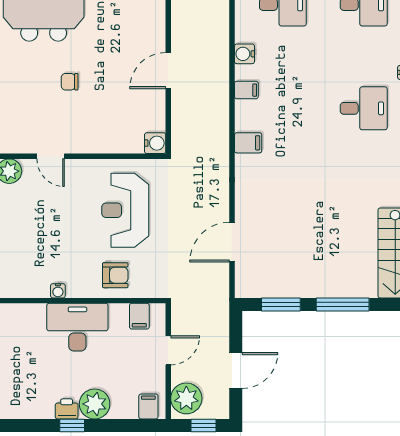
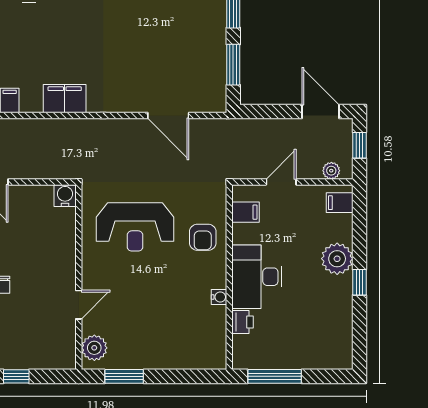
filing cabinet: (248, 143) -> (65, 99), width x2.00
armchair: (115, 275) -> (203, 237), turned 180
door: (168, 350) -> (281, 182), hinge flipped
door: (236, 371) -> (320, 112), moved
plant: (186, 398) -> (331, 171), width x0.53, depth x0.53
printer: (67, 409) -> (243, 322), moved, turned 180

